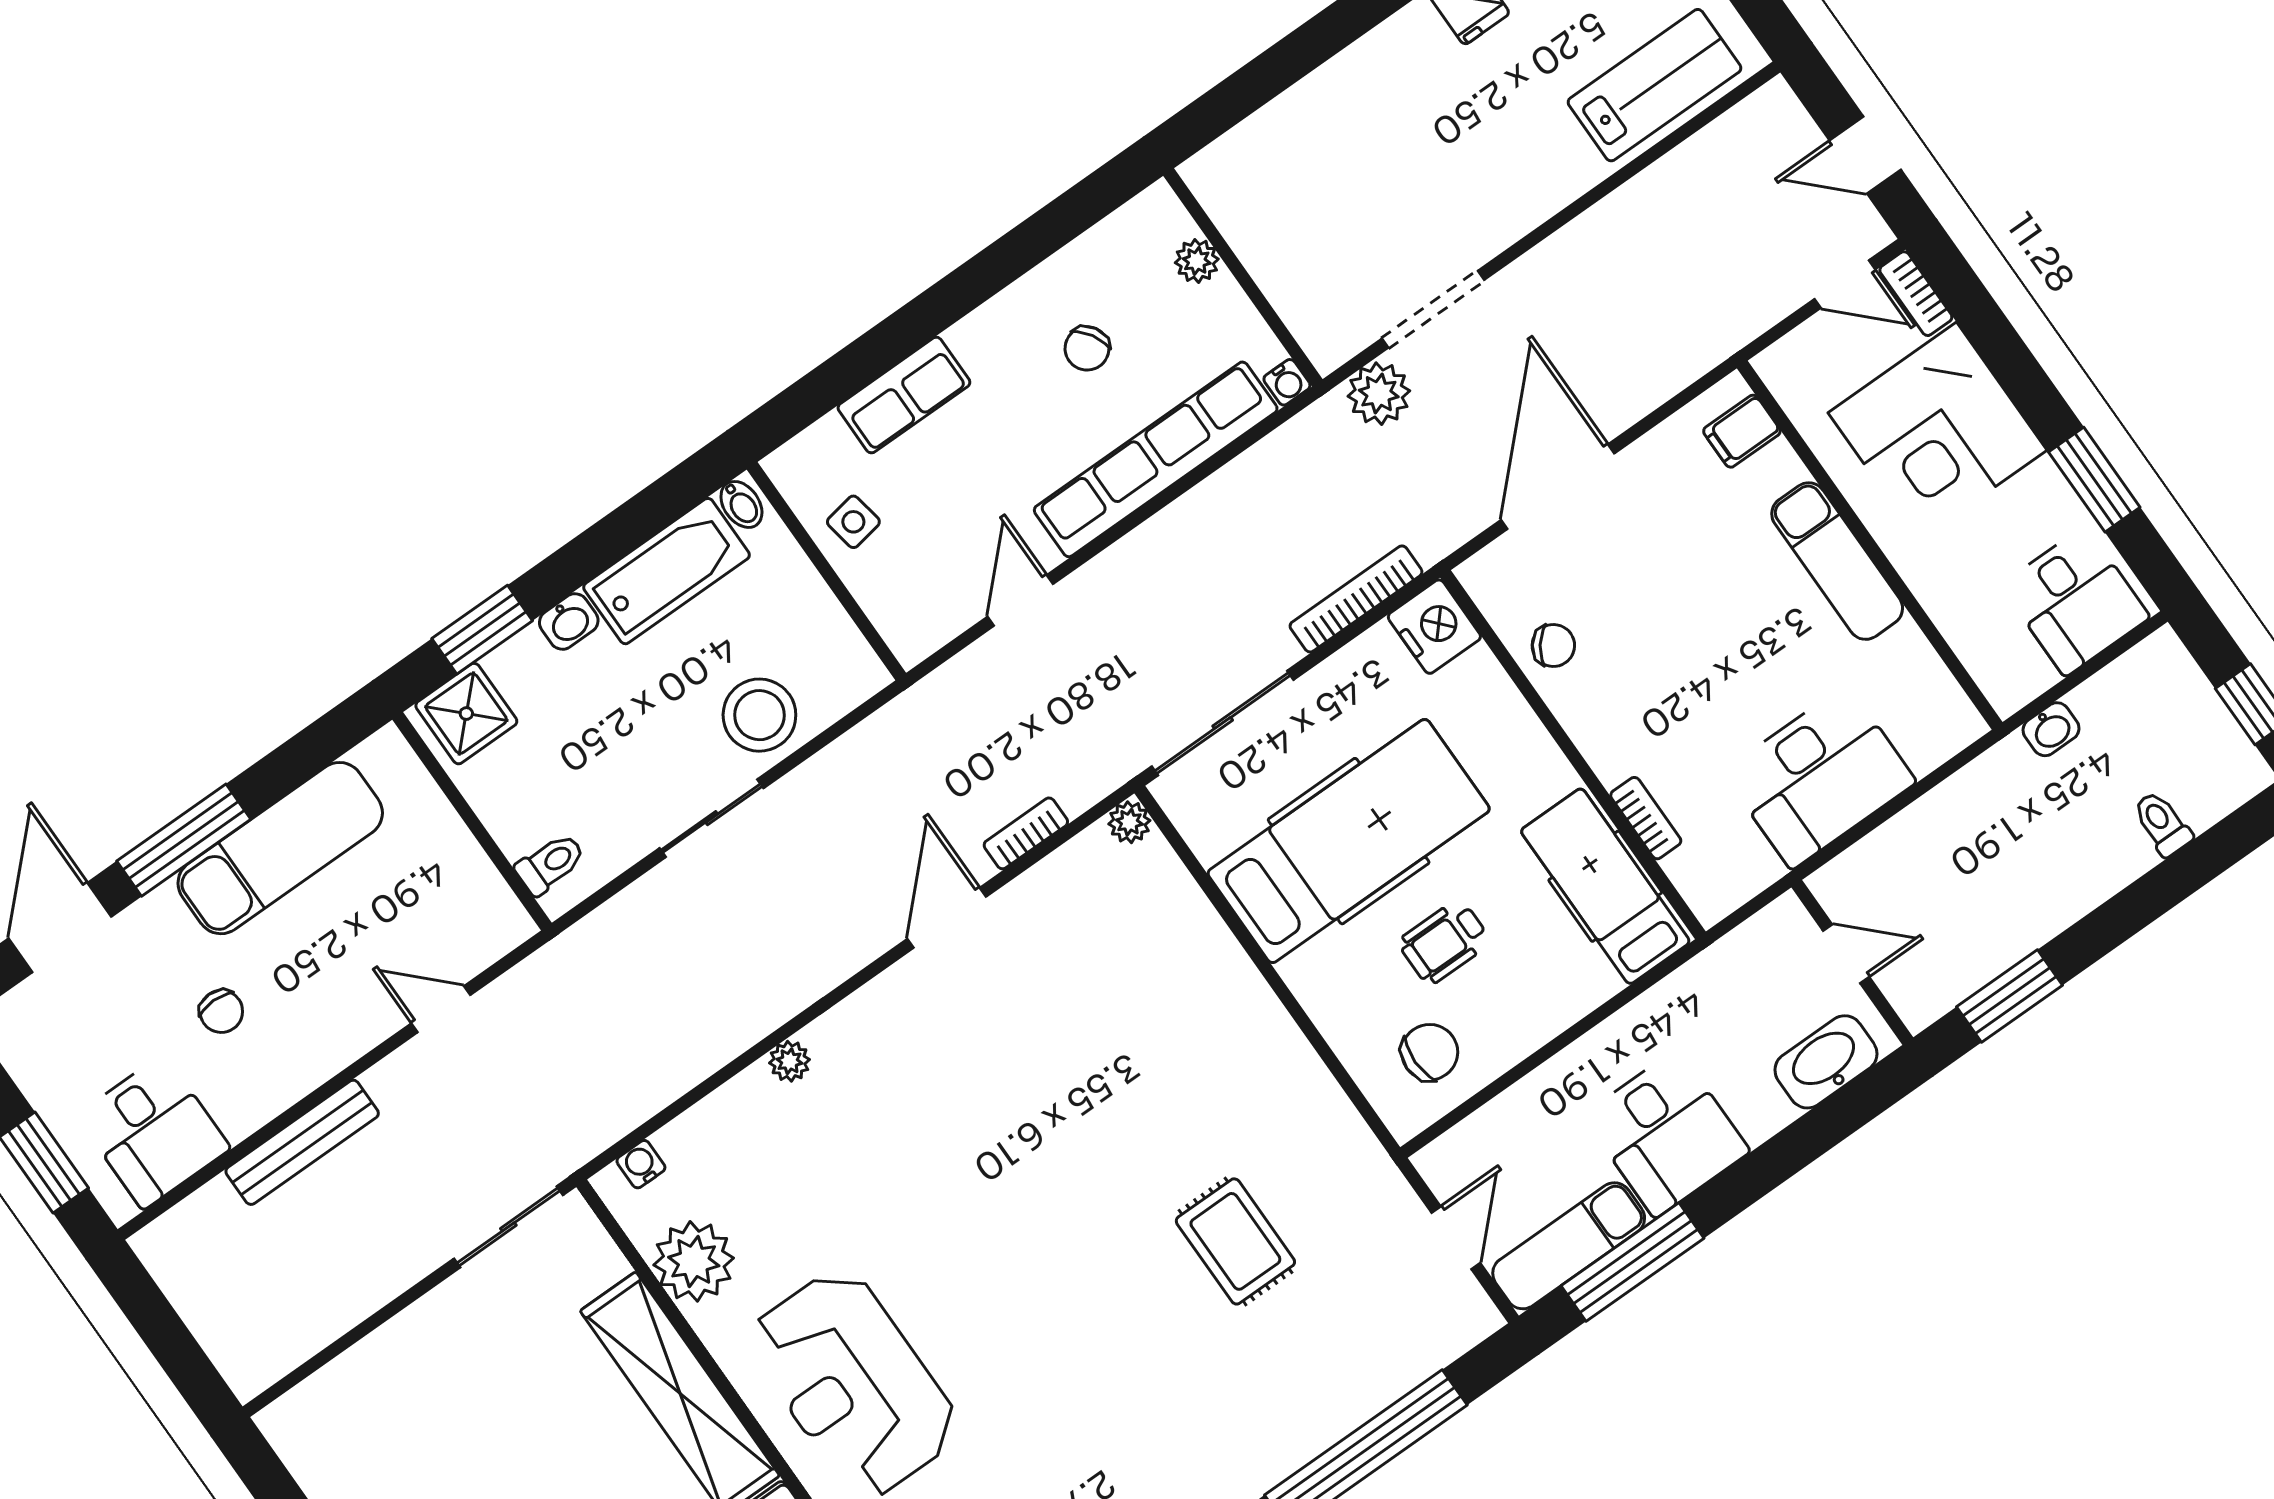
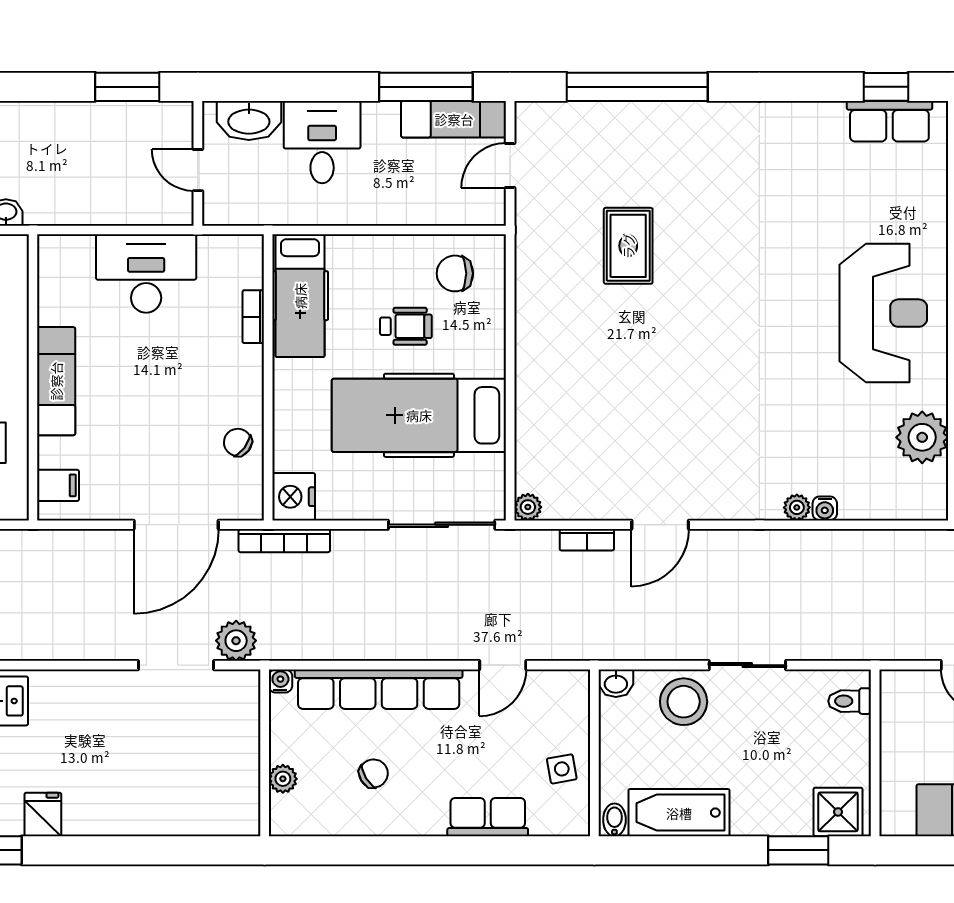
bookcase: (1356, 599) -> (284, 541), moved
washbasin: (569, 622) -> (616, 683), moved, turned 180
desk: (1666, 1134) -> (322, 142), moved
water cooler: (641, 1164) -> (825, 508), moved

